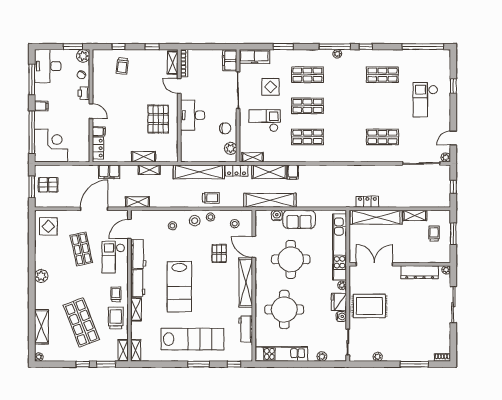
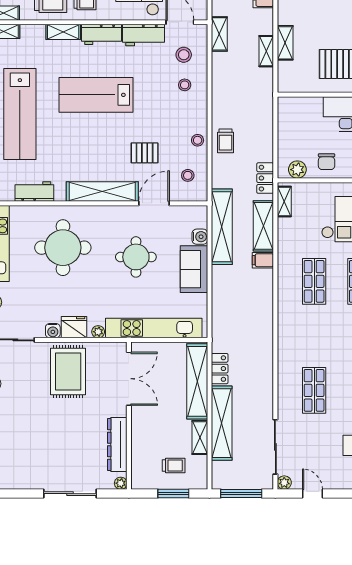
shelving: (199, 172) -> (222, 423), moved
window: (453, 187) -> (241, 494), width x2.17
stool: (195, 221) -> (184, 55), moved
round table: (291, 259) -> (136, 257), width x0.73, depth x0.73

